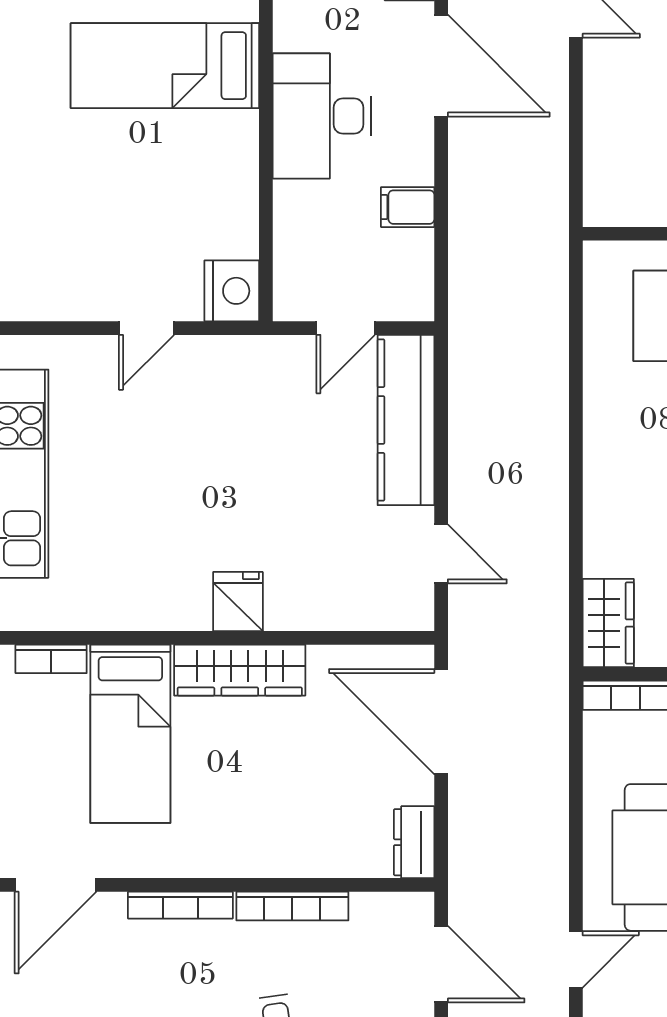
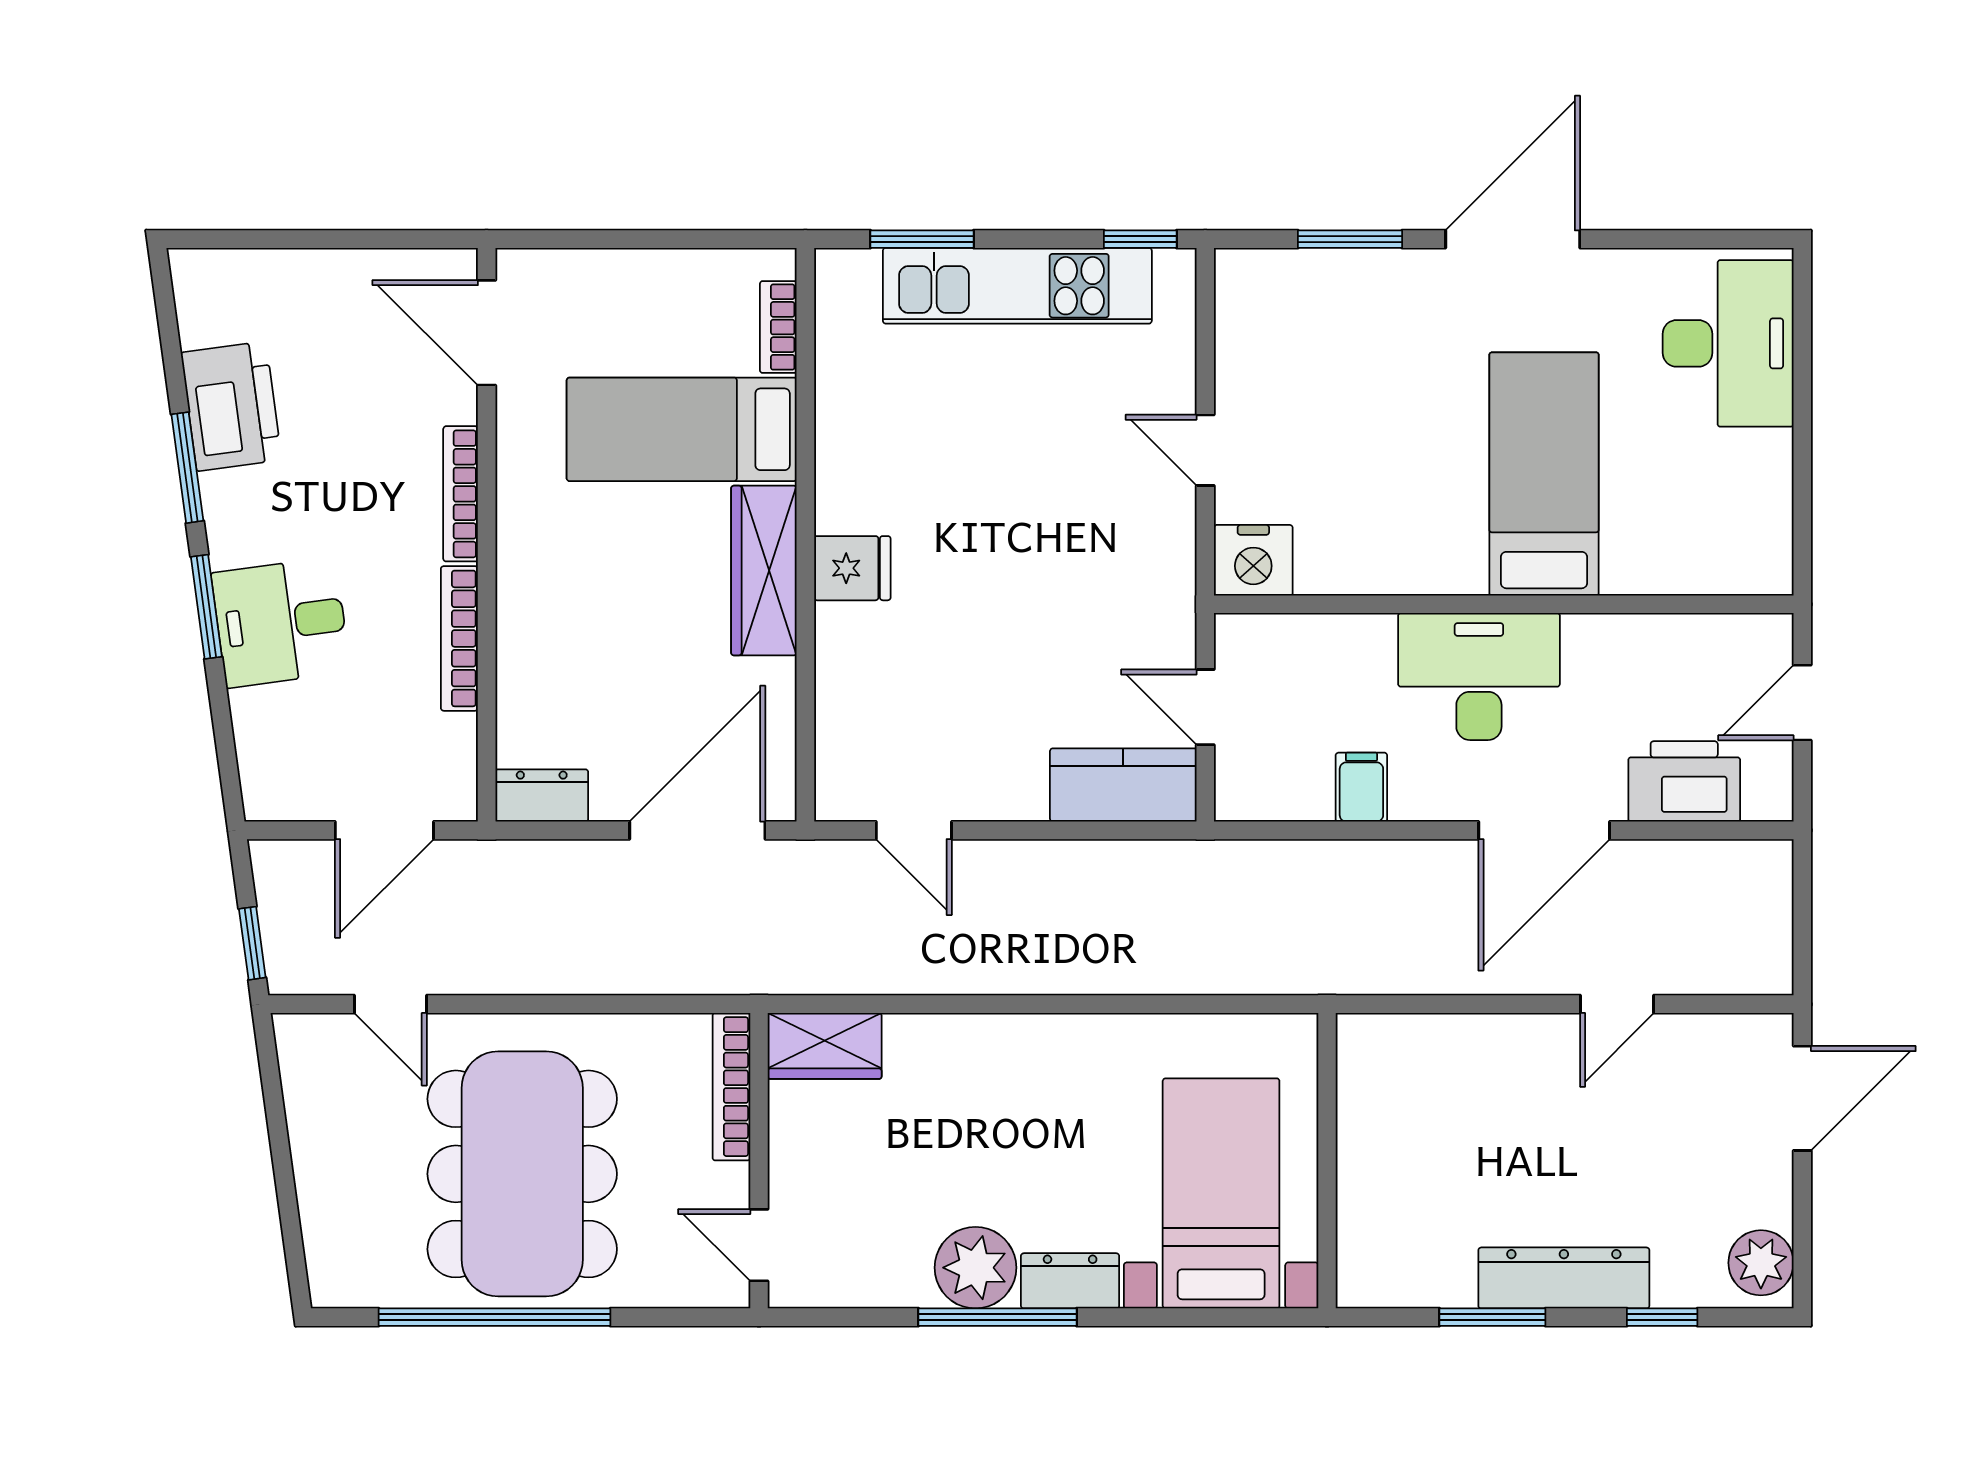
kitchen counter: (406, 420) -> (1123, 785), width x0.67
door: (441, 554) -> (914, 830), hinge flipped

